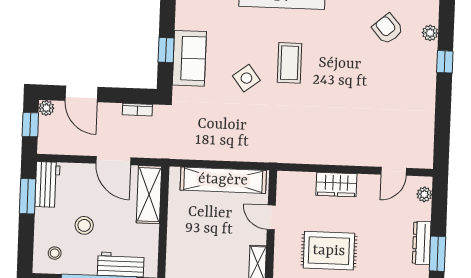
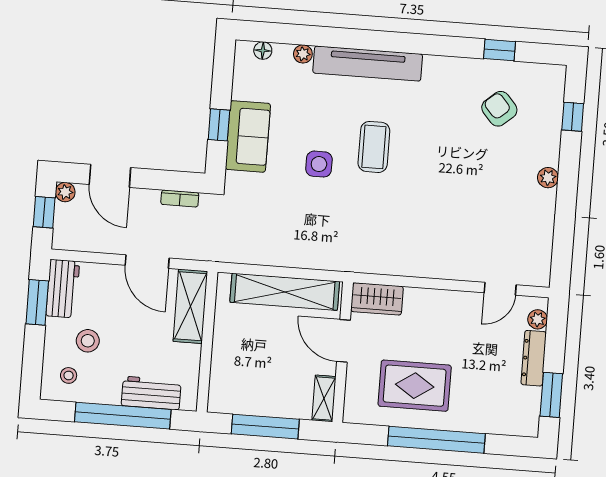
plant: (430, 33) -> (548, 178), moved
window: (445, 62) -> (573, 117), moved
side table: (246, 78) -> (319, 164), turned 37
wardrobe: (336, 185) -> (377, 299), moved
door: (271, 217) -> (344, 341), width x1.38
stool: (84, 225) -> (88, 341), moved
dresser: (422, 243) -> (534, 358), moved

